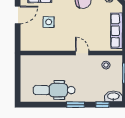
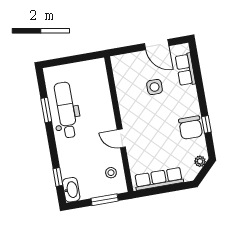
door: (82, 53) -> (121, 138), swing flipped
window: (76, 105) -> (46, 110), moved

